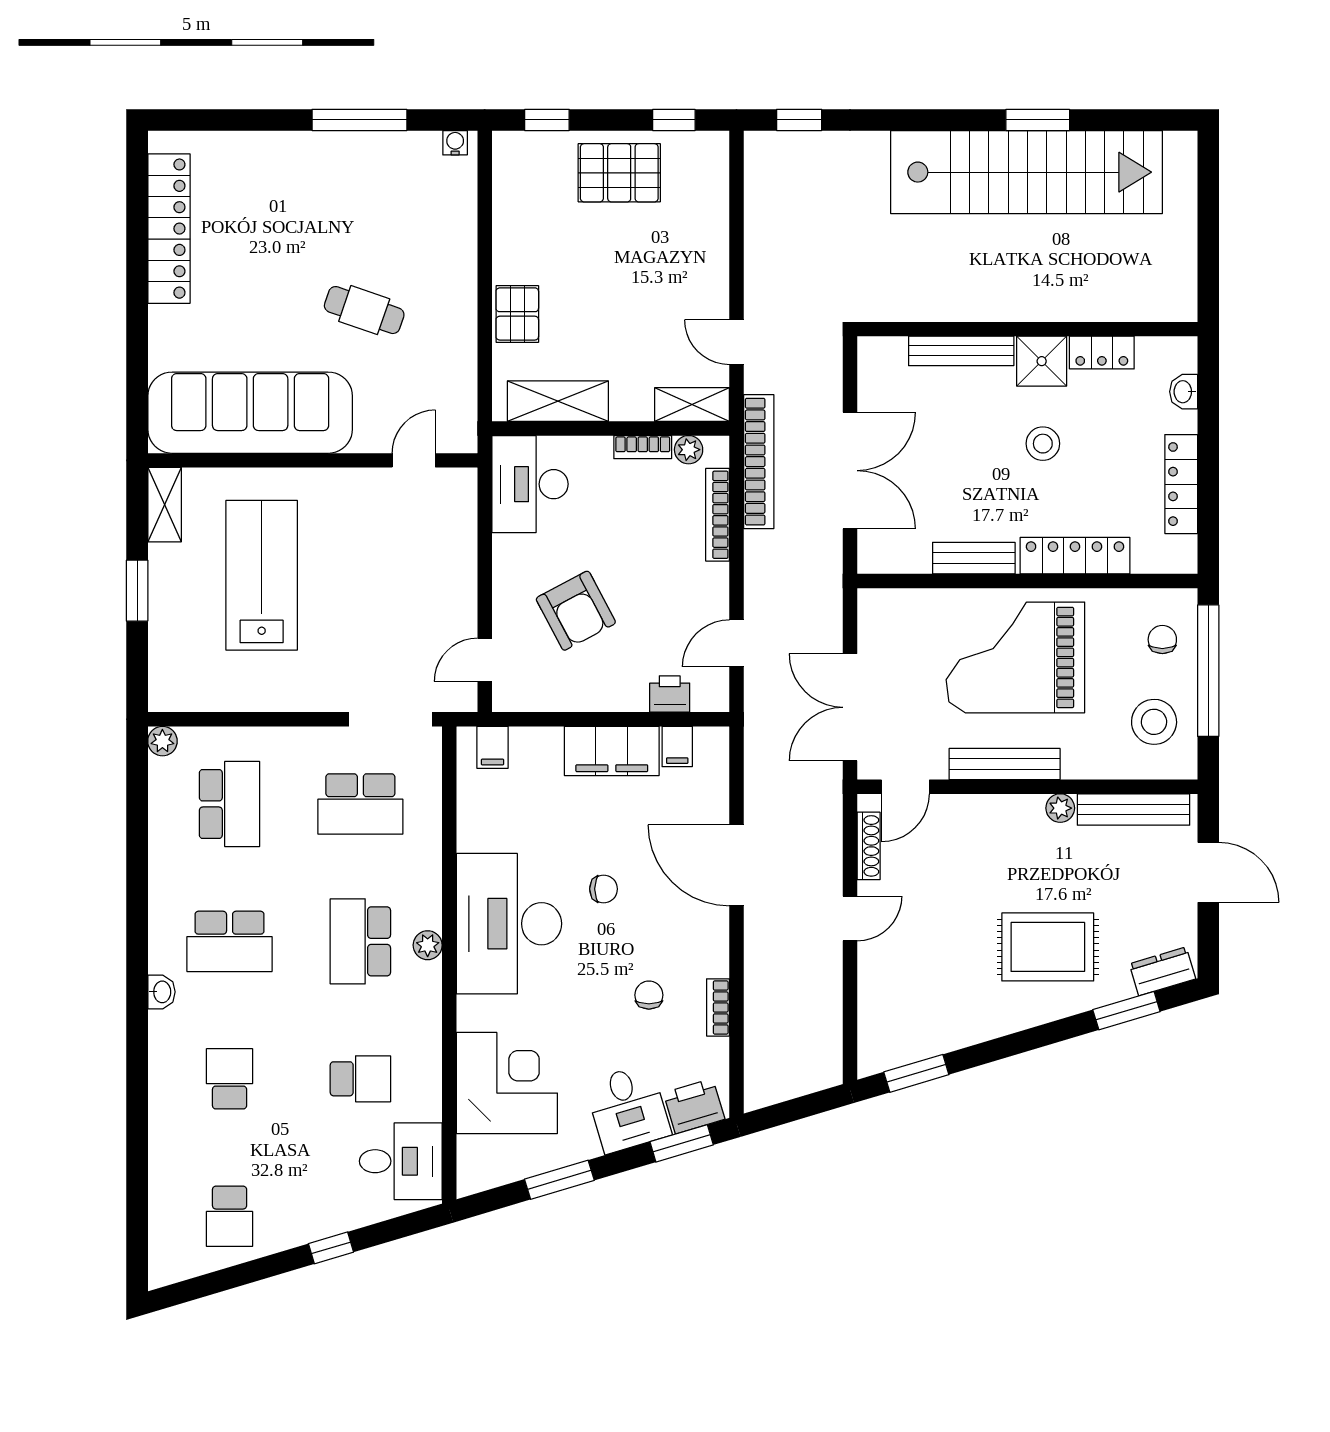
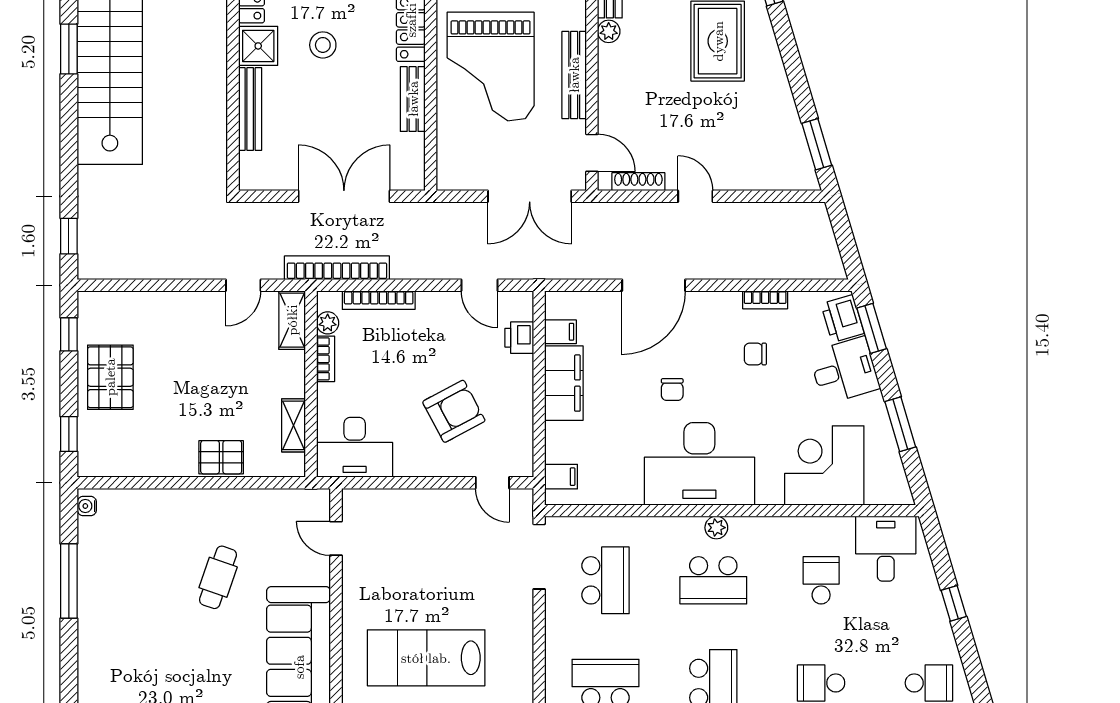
shelving: (558, 401) -> (293, 425), width x0.67, depth x0.75
chair: (604, 889) -> (672, 390), turned 180

